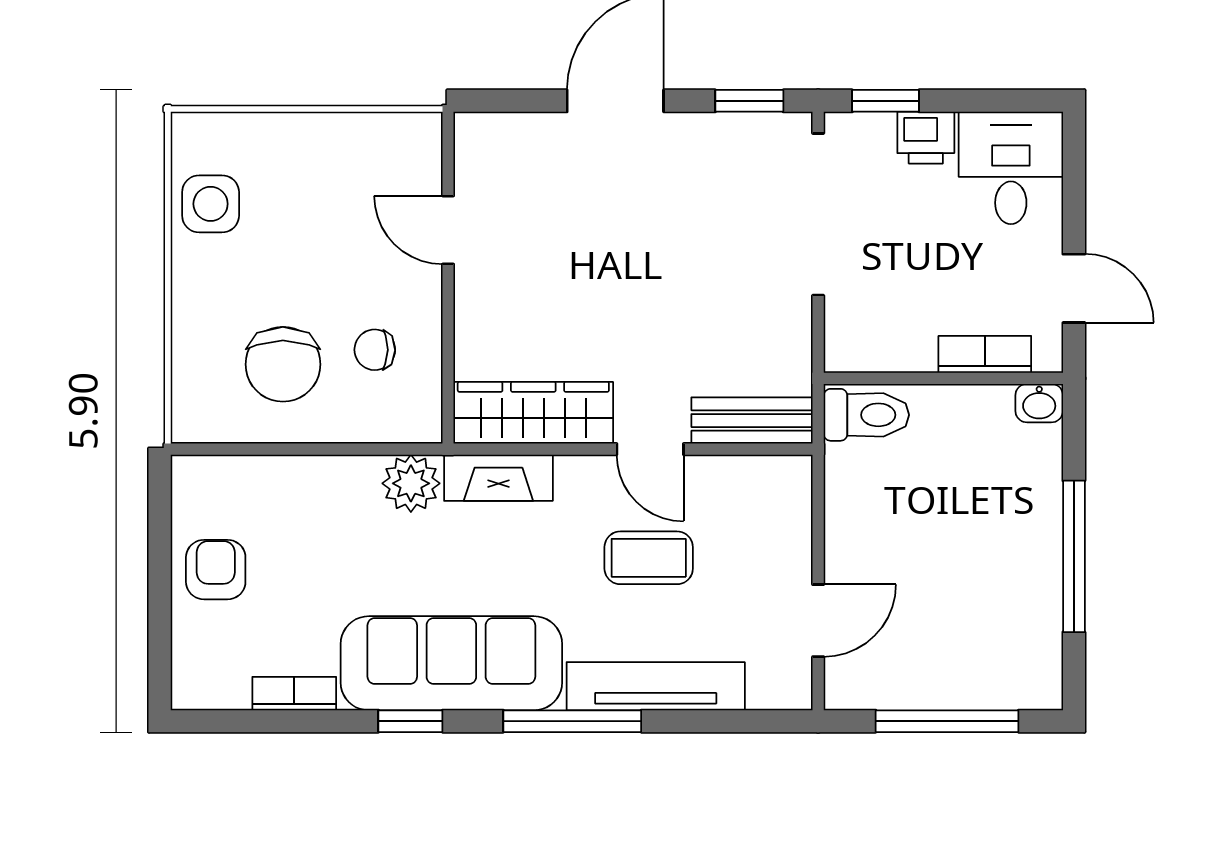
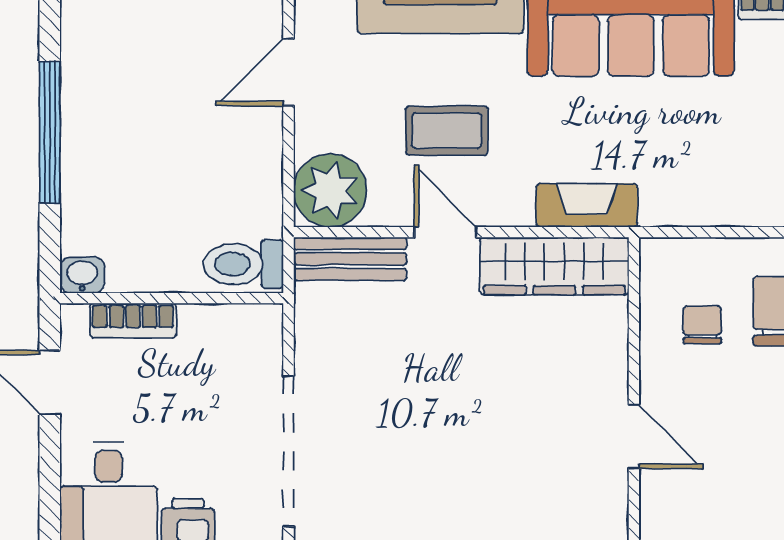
chair: (375, 350) -> (702, 325), turned -91
plant: (411, 483) -> (330, 190), moved, width x1.36, depth x1.36

